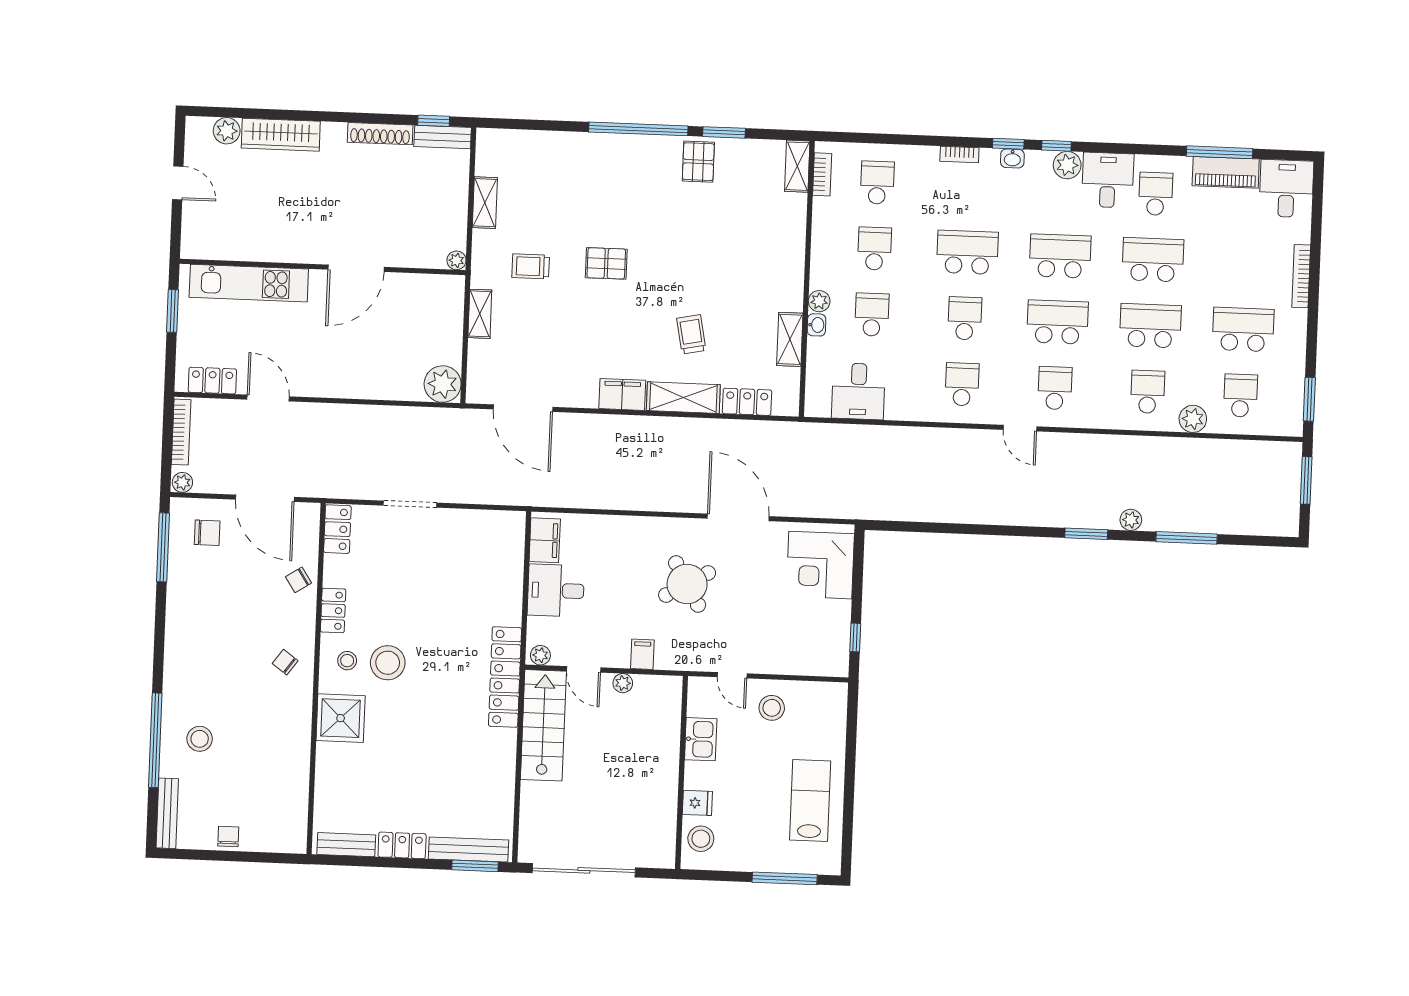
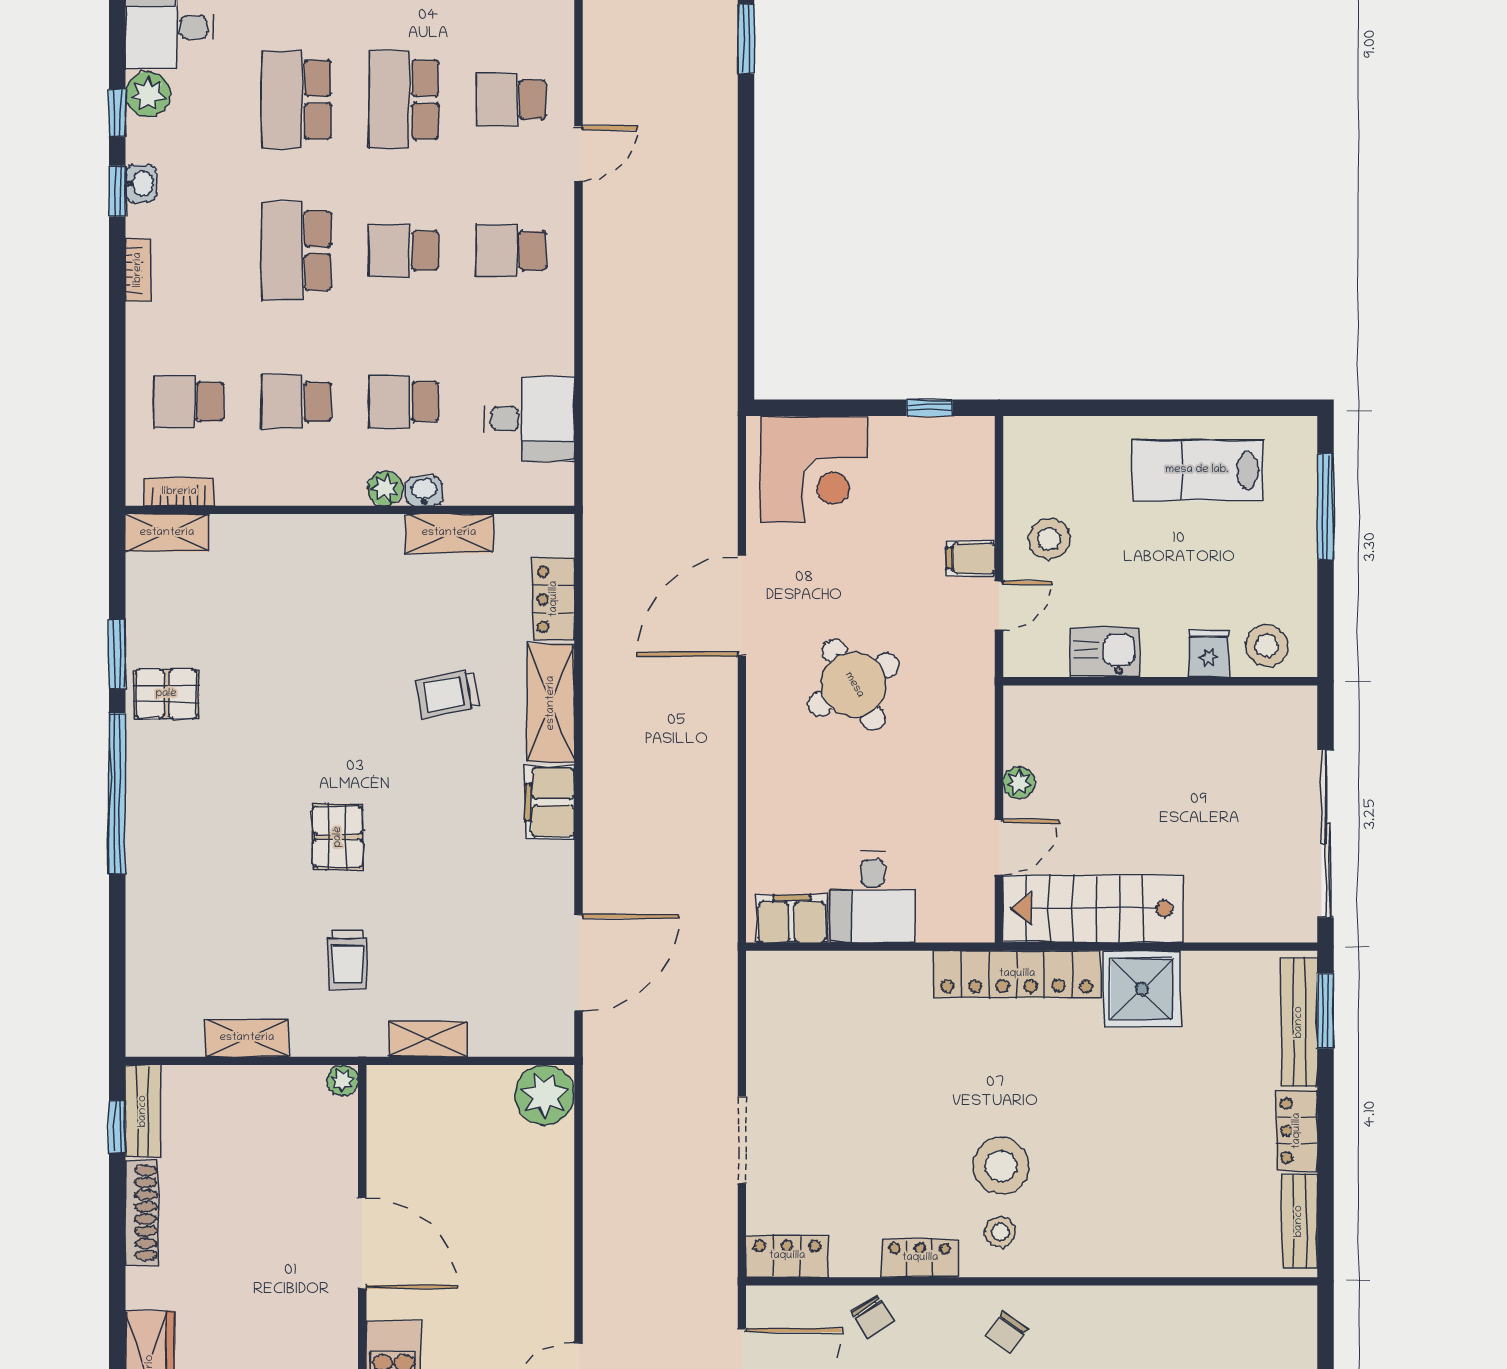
filing cabinet: (642, 654) -> (971, 558), moved
plant: (540, 655) -> (979, 918), removed
shower: (341, 718) -> (1142, 989), moved

